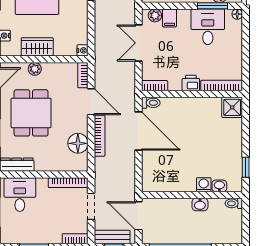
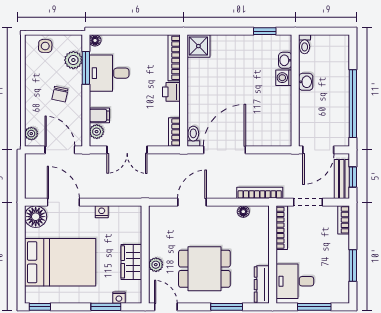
nightstand: (83, 50) -> (102, 212), moved
bookcase: (83, 75) -> (163, 211), removed
bookcase: (100, 136) -> (260, 193), moved
floor lamp: (78, 143) -> (243, 212), width x0.53, depth x0.53

